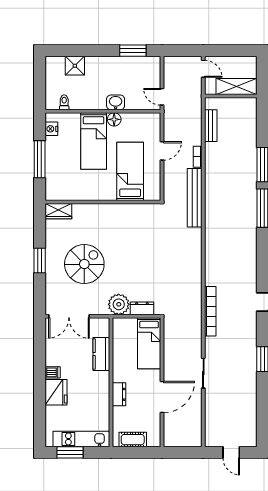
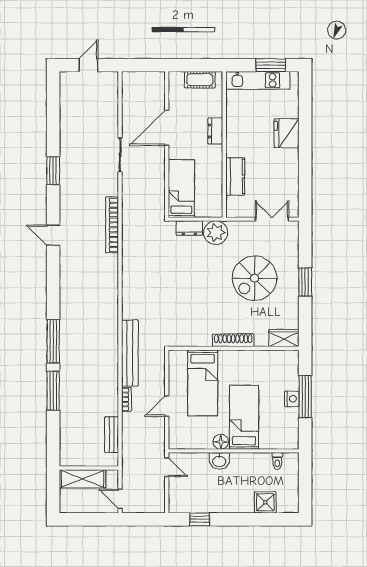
window: (133, 51) -> (200, 519), width x0.67
nightstand: (51, 129) -> (292, 399), moved
shoe rack: (103, 209) -> (233, 340), added
double door: (69, 316) -> (272, 219), width x0.73
dishwasher: (53, 372) -> (290, 156), removed
door: (231, 452) -> (88, 65), hinge flipped

